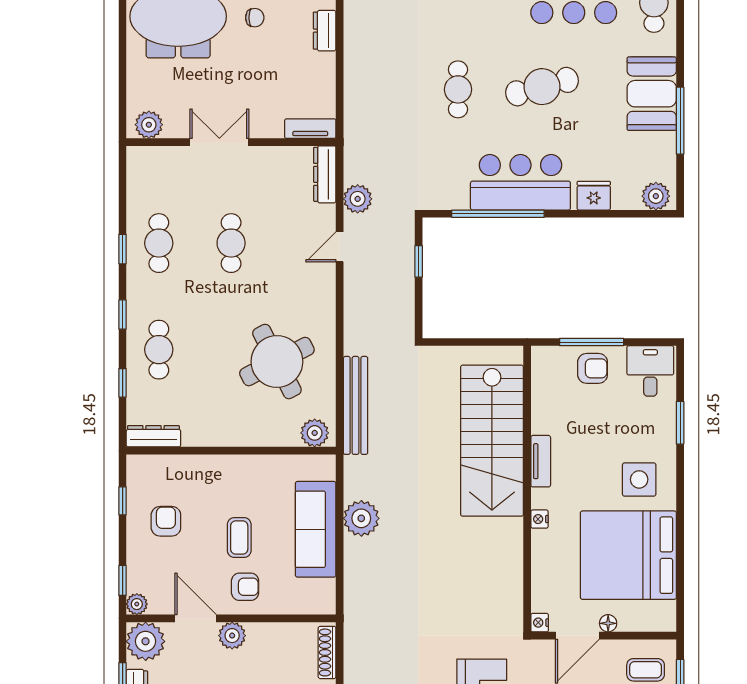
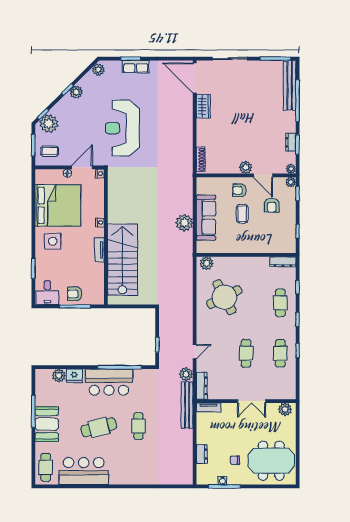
plant: (656, 196) -> (59, 376), moved
bench: (356, 405) -> (187, 405), moved
armchair: (166, 521) -> (272, 205), moved
plant: (146, 641) -> (291, 169), width x0.53, depth x0.53

